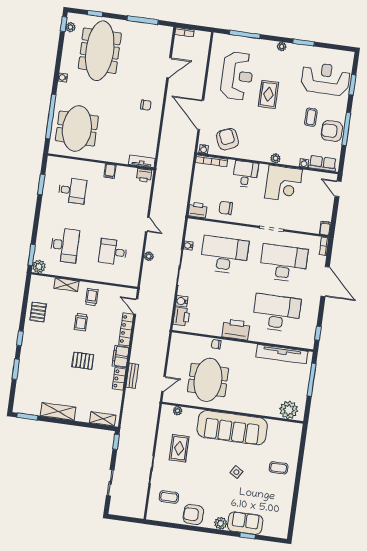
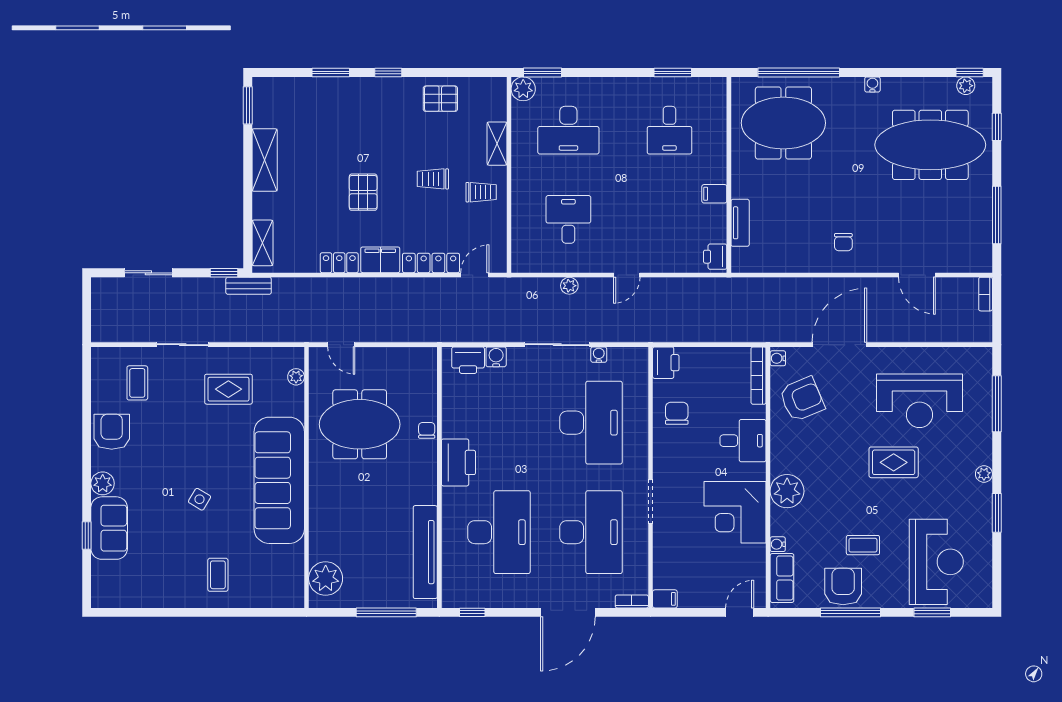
plant: (275, 158) -> (787, 491), width x1.87, depth x1.87
tv unit: (142, 161) -> (740, 223), moved
bench: (132, 376) -> (249, 286), moved

